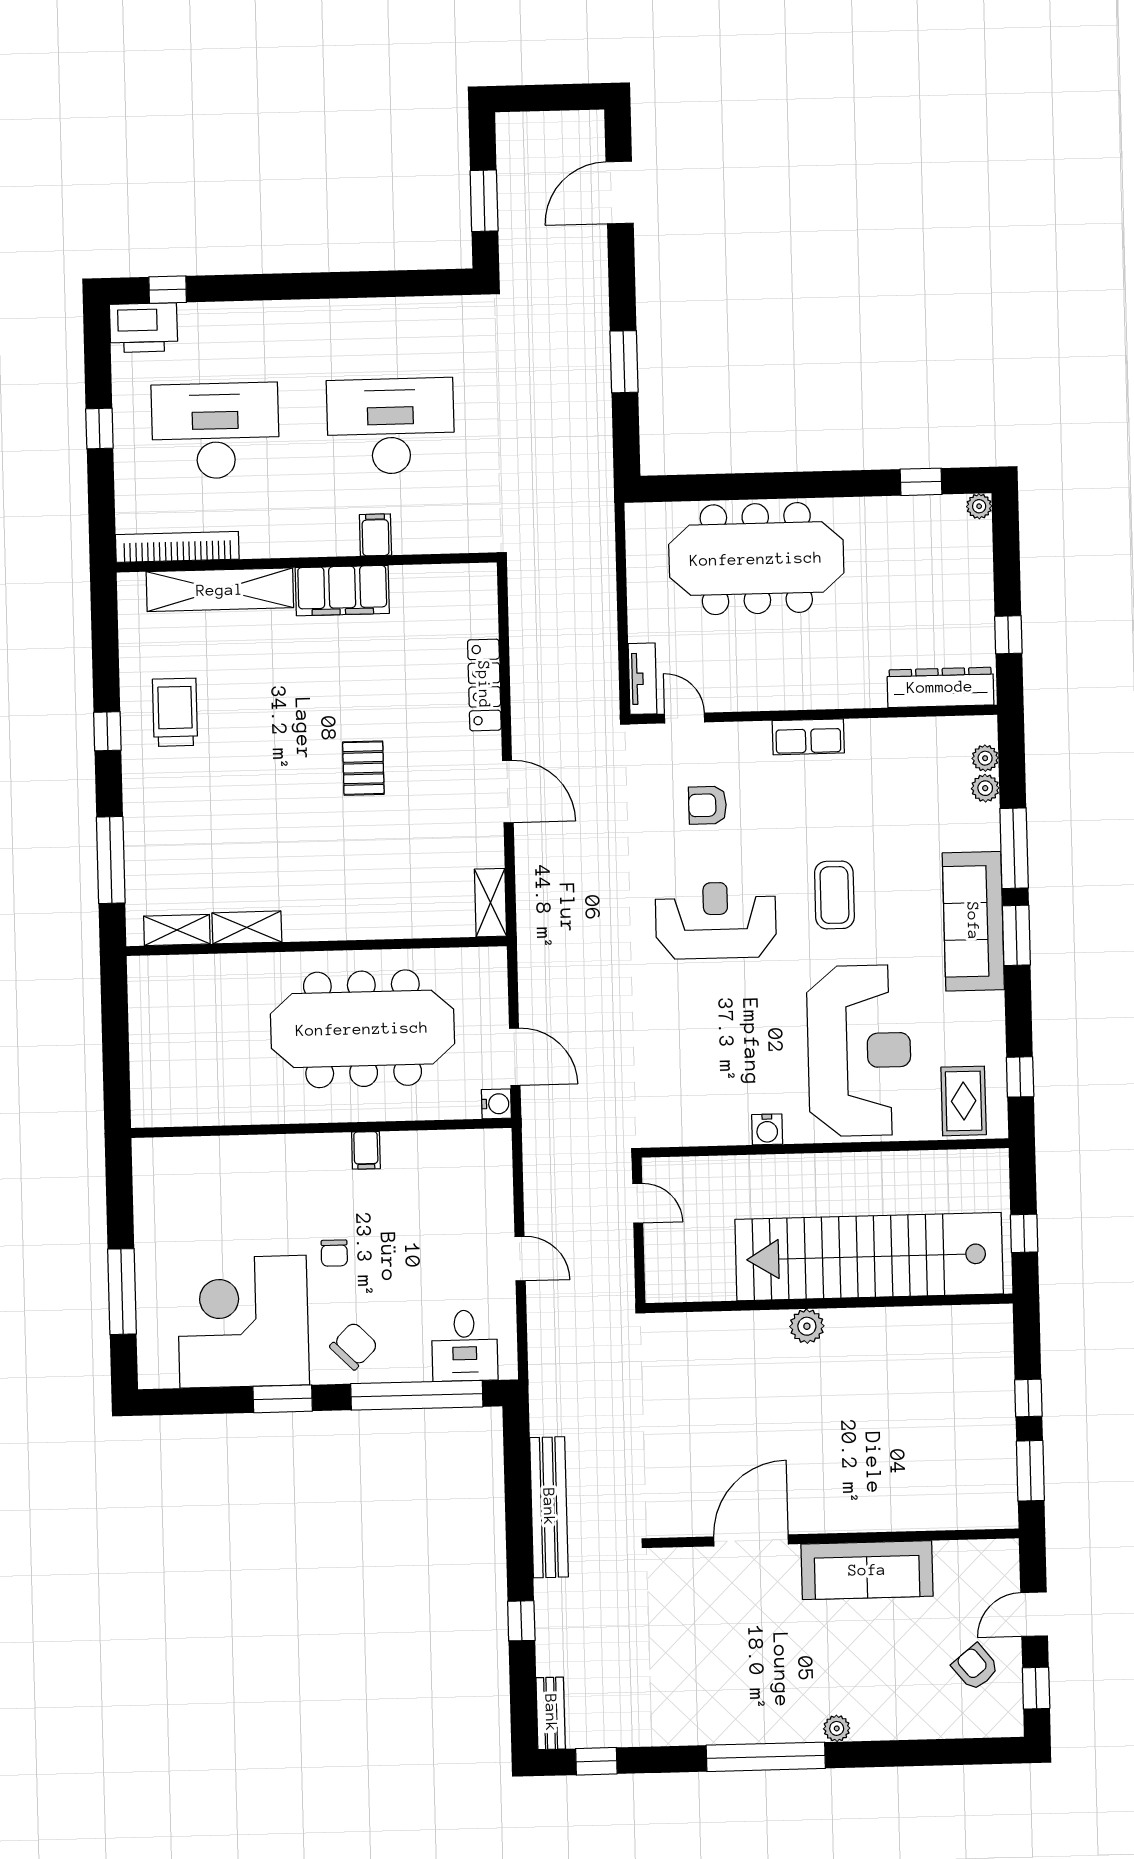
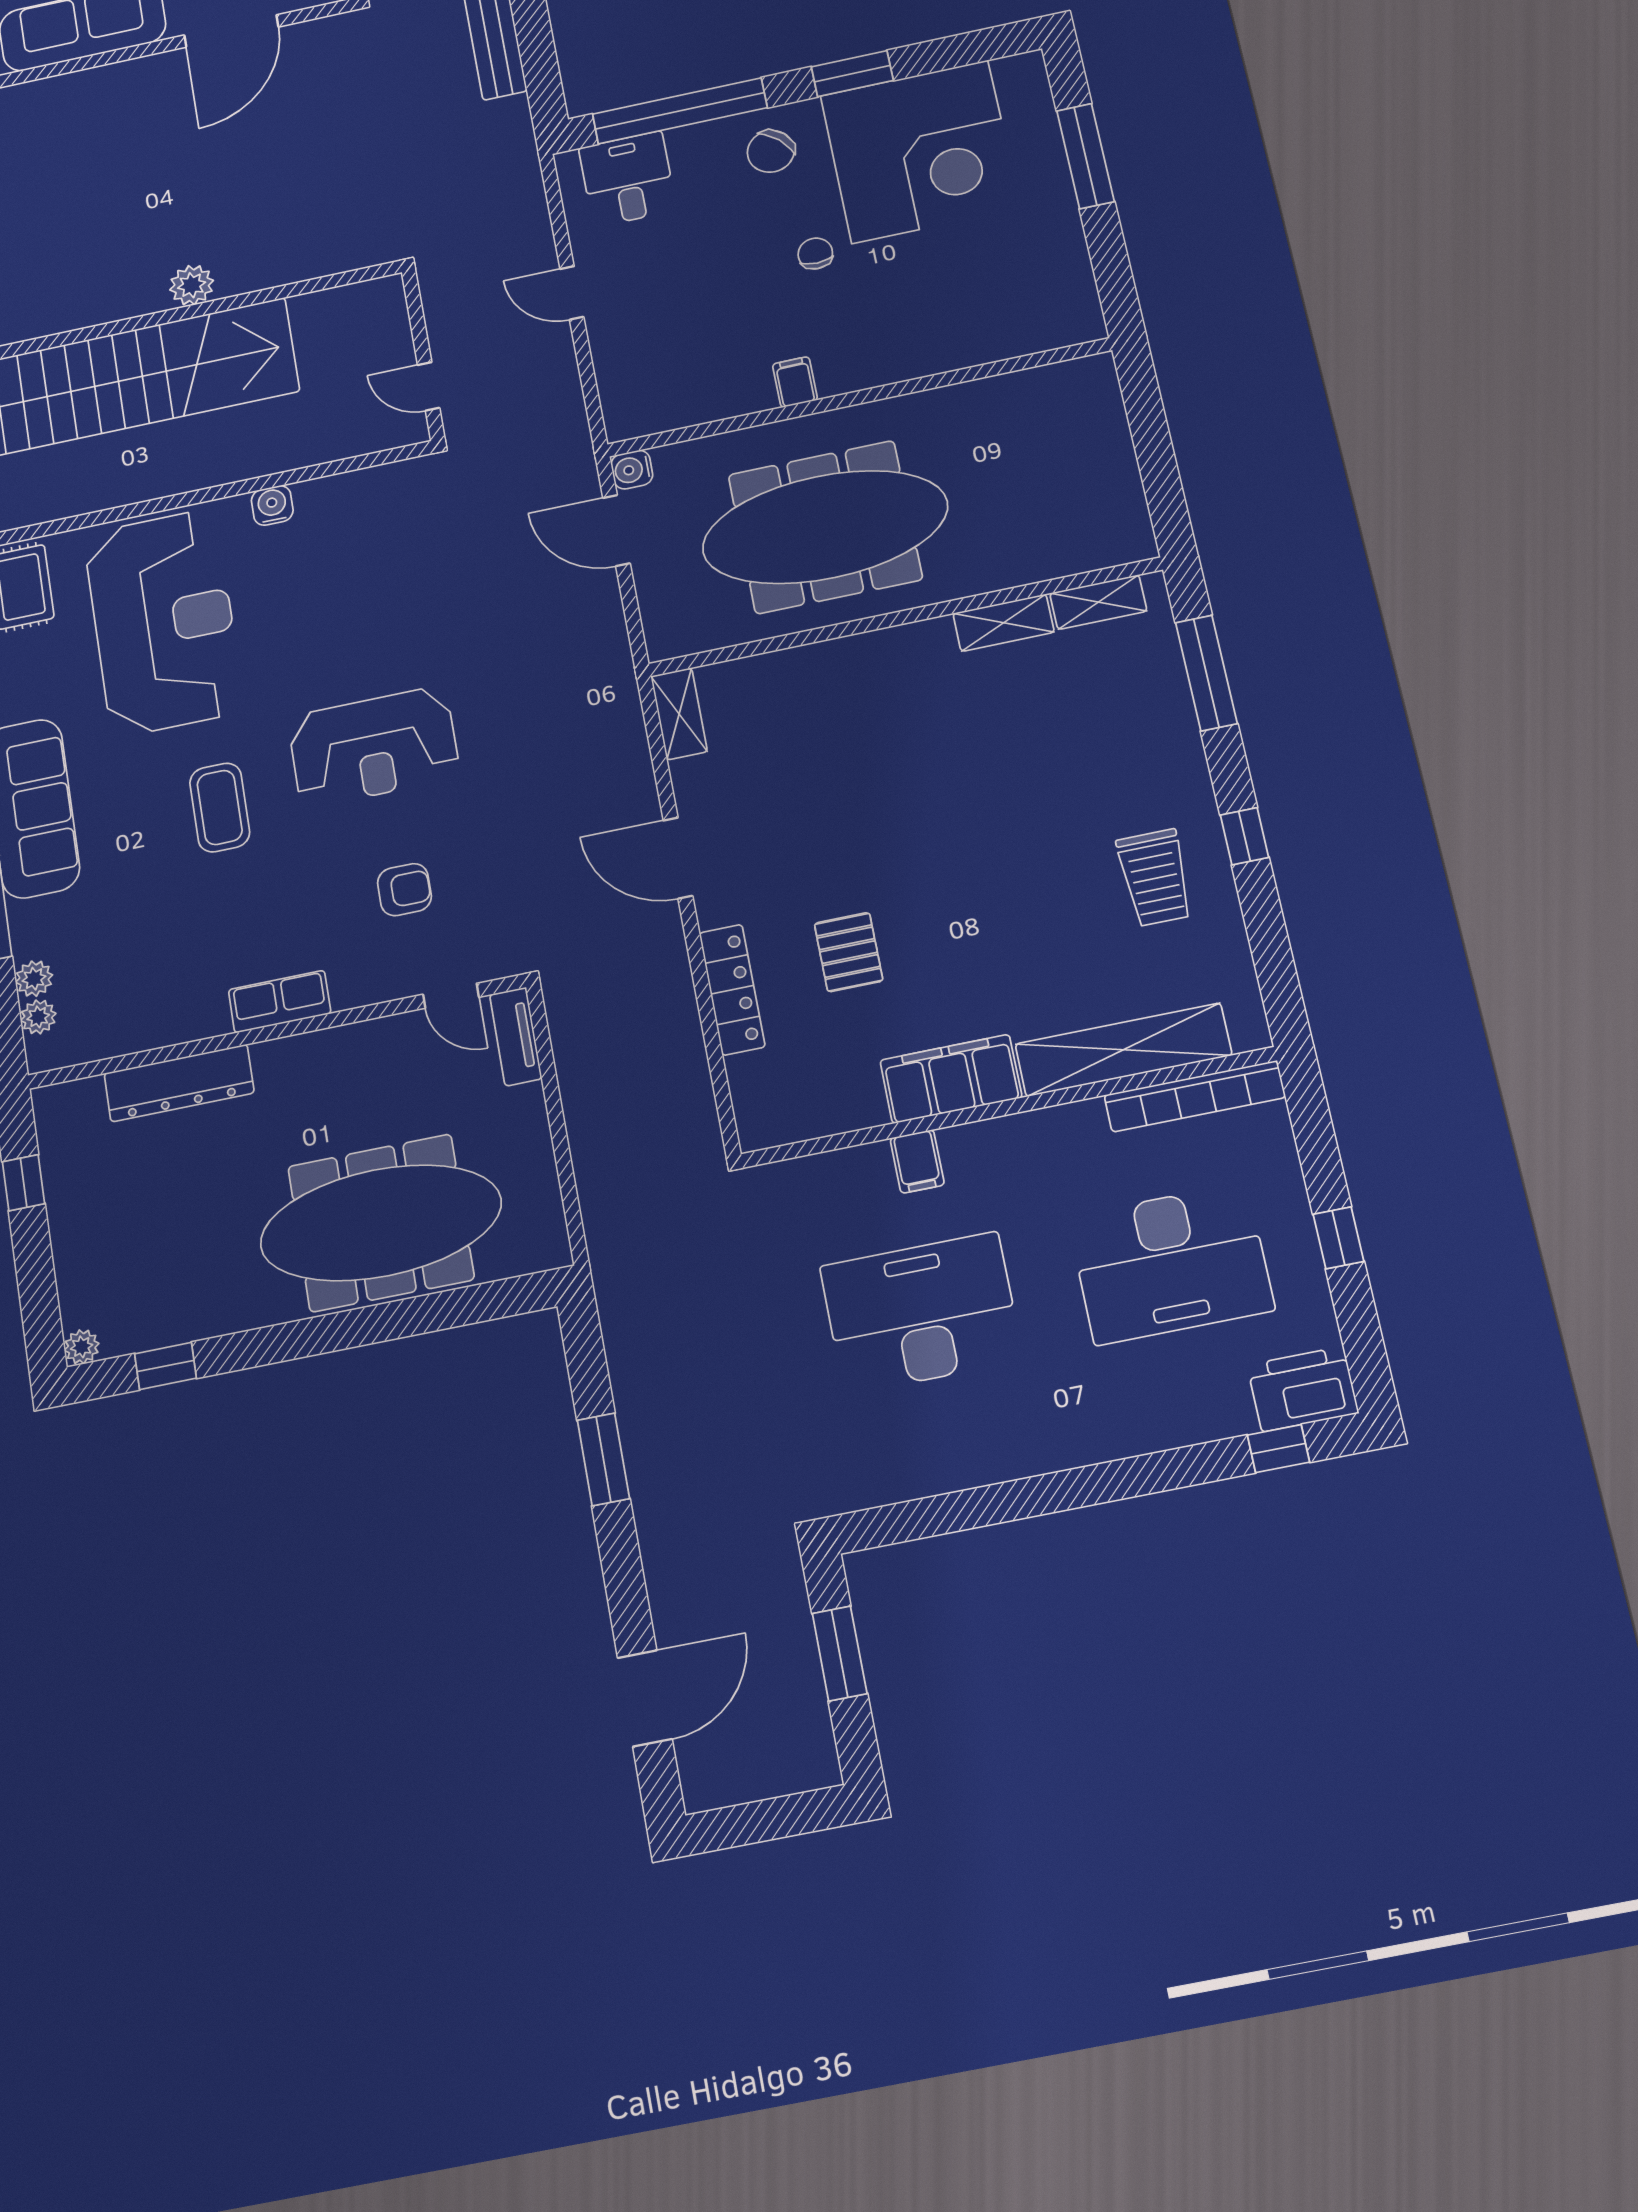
desk: (391, 426) -> (921, 1313), turned 180
dresser: (940, 687) -> (179, 1083), moved
pallet: (363, 768) -> (849, 952), moved
reception desk: (859, 1051) -> (164, 622), turned 180

